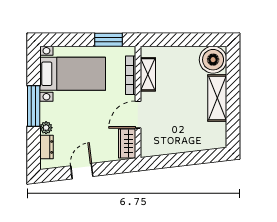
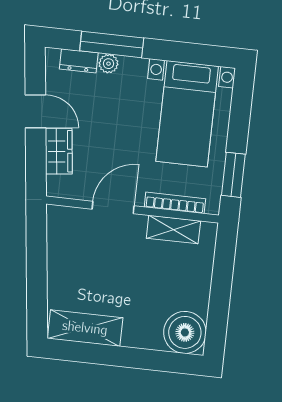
shelving: (217, 98) -> (85, 328), moved
window: (34, 106) -> (112, 44), moved
door: (138, 115) -> (113, 207), hinge flipped
wardrobe: (127, 143) -> (59, 151), moved, turned 83

